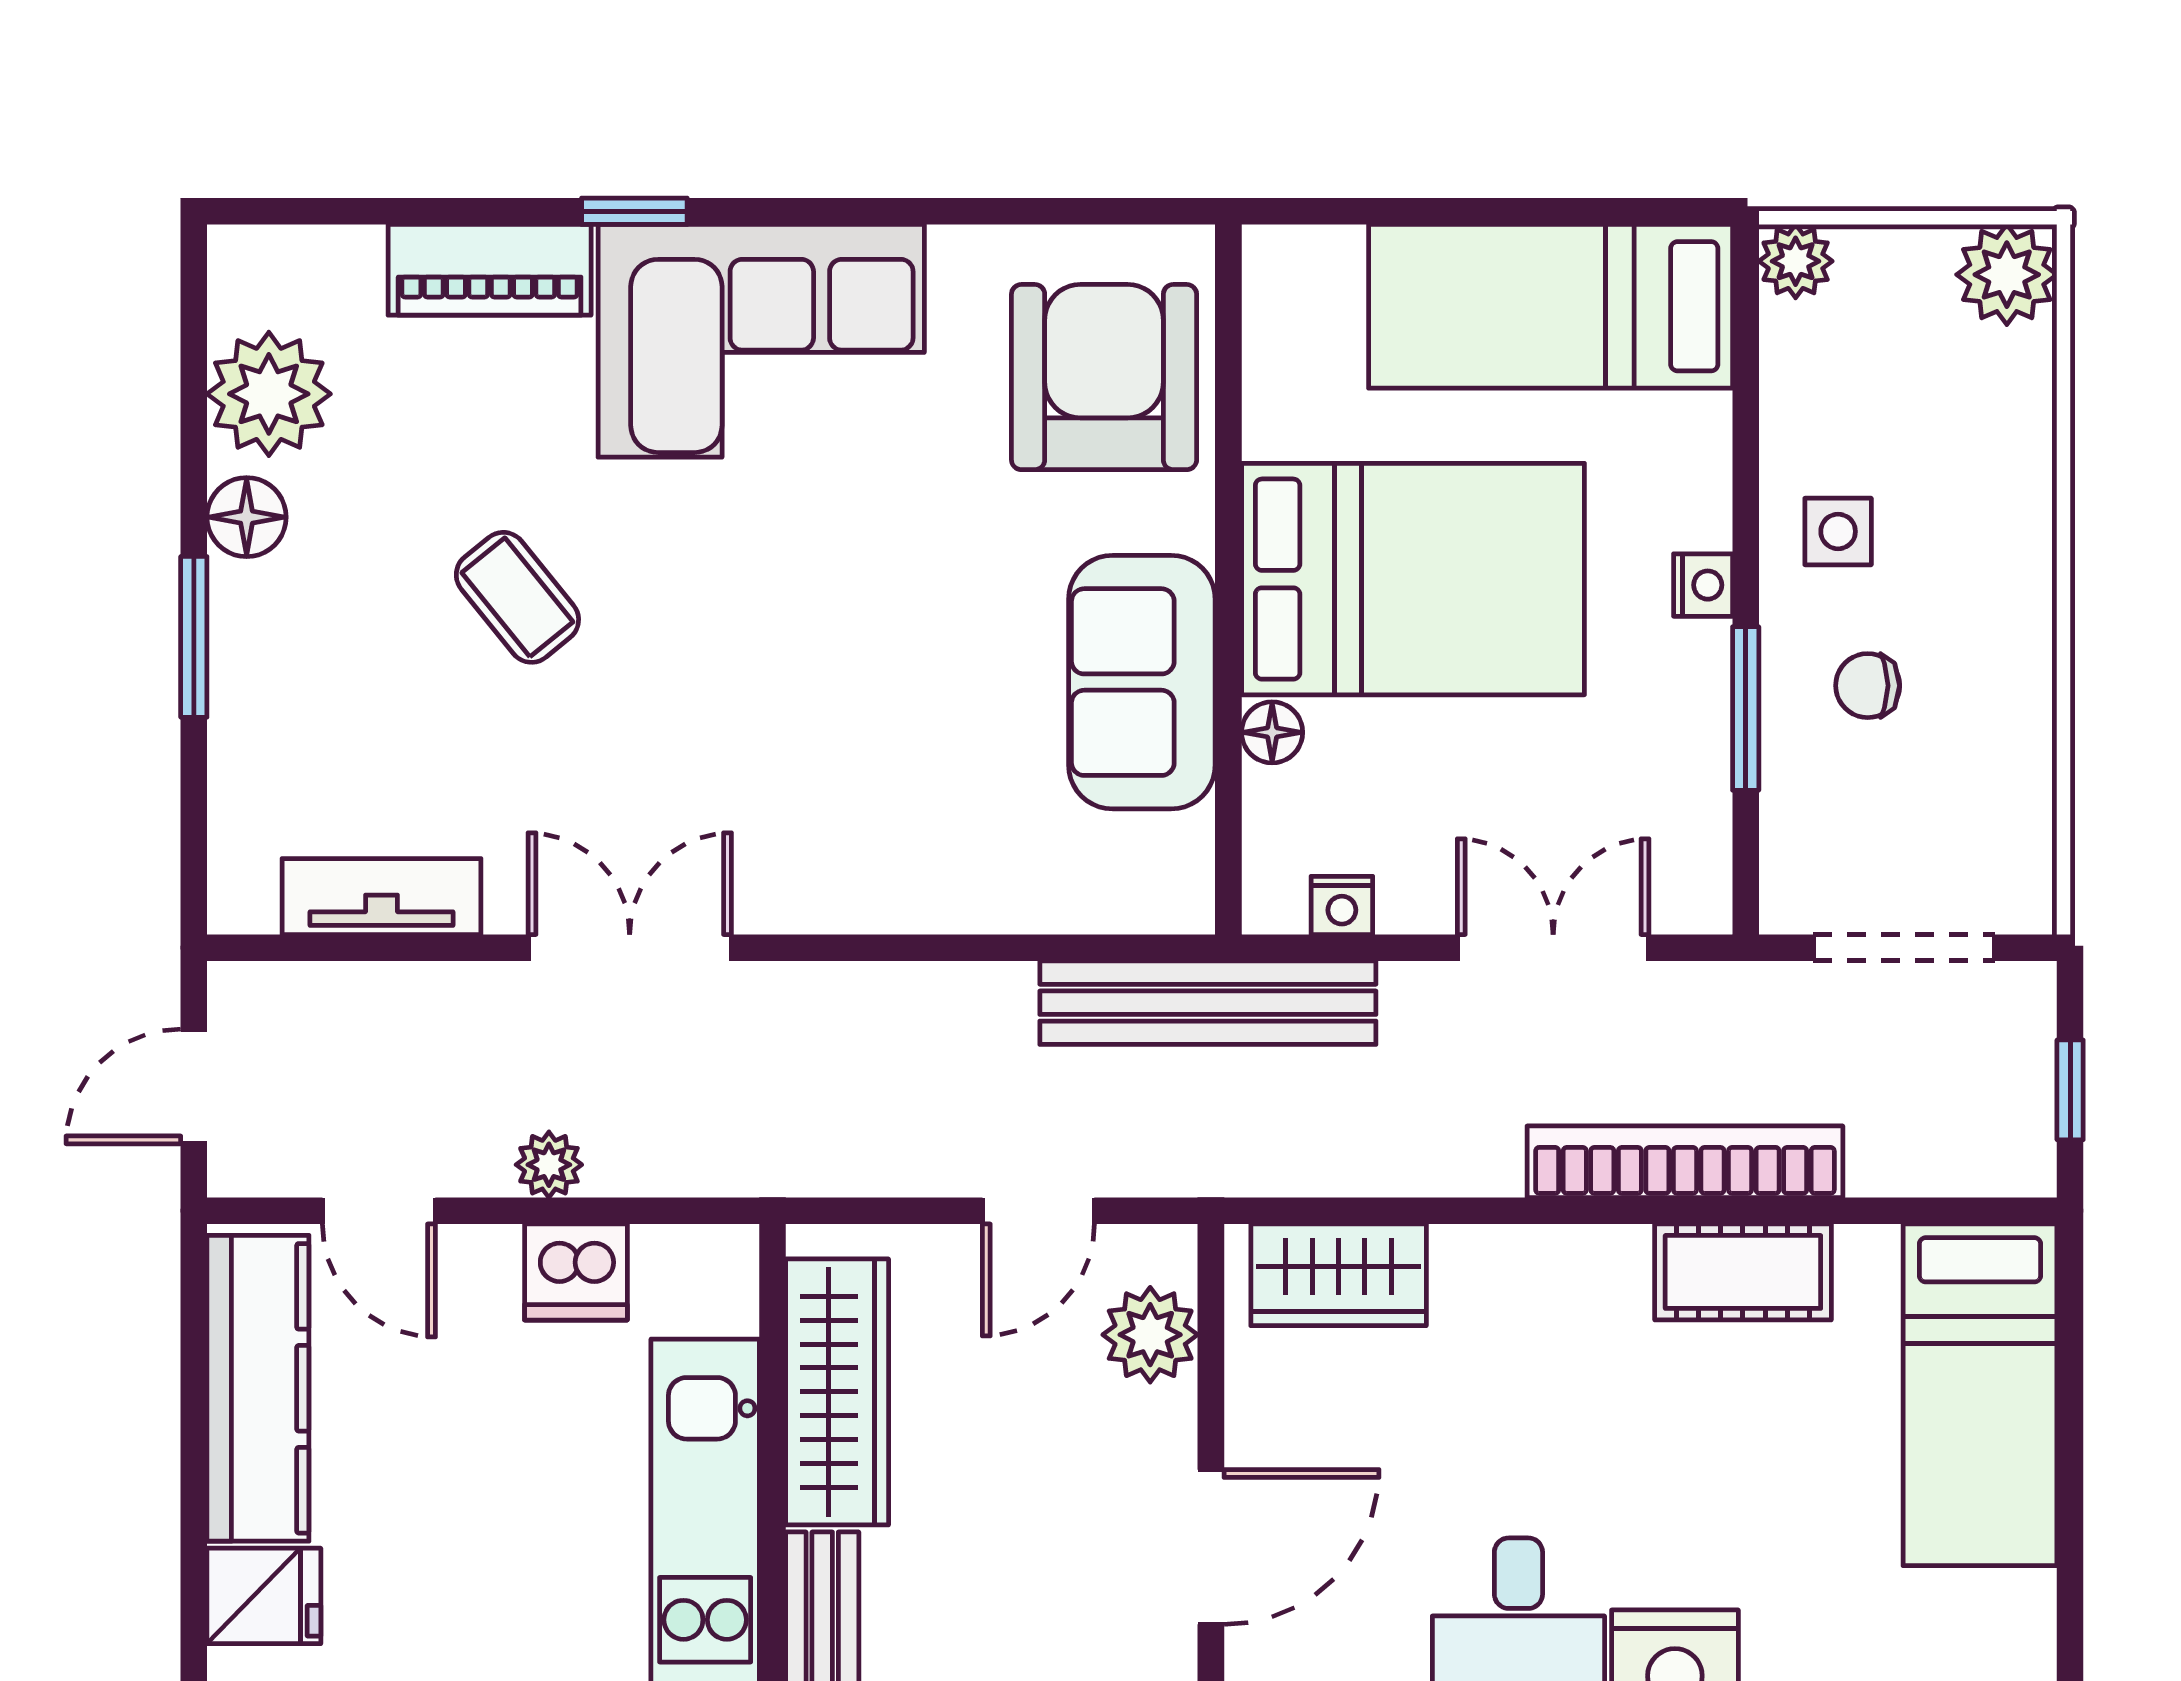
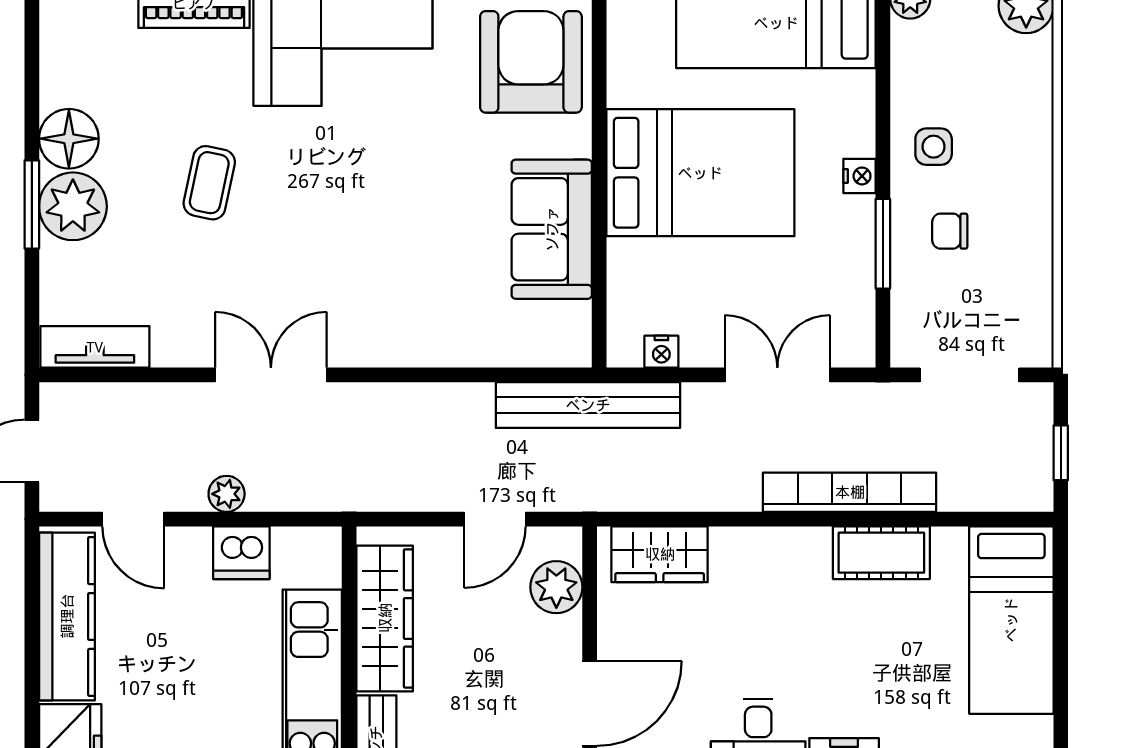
plant: (269, 394) -> (73, 206), moved
floor lamp: (247, 517) -> (69, 139), width x1.38, depth x1.38
coffee table: (517, 597) -> (209, 183), turned 51
floor lamp: (1272, 732) -> (623, 257), removed
tv unit: (382, 897) -> (95, 347), moved

